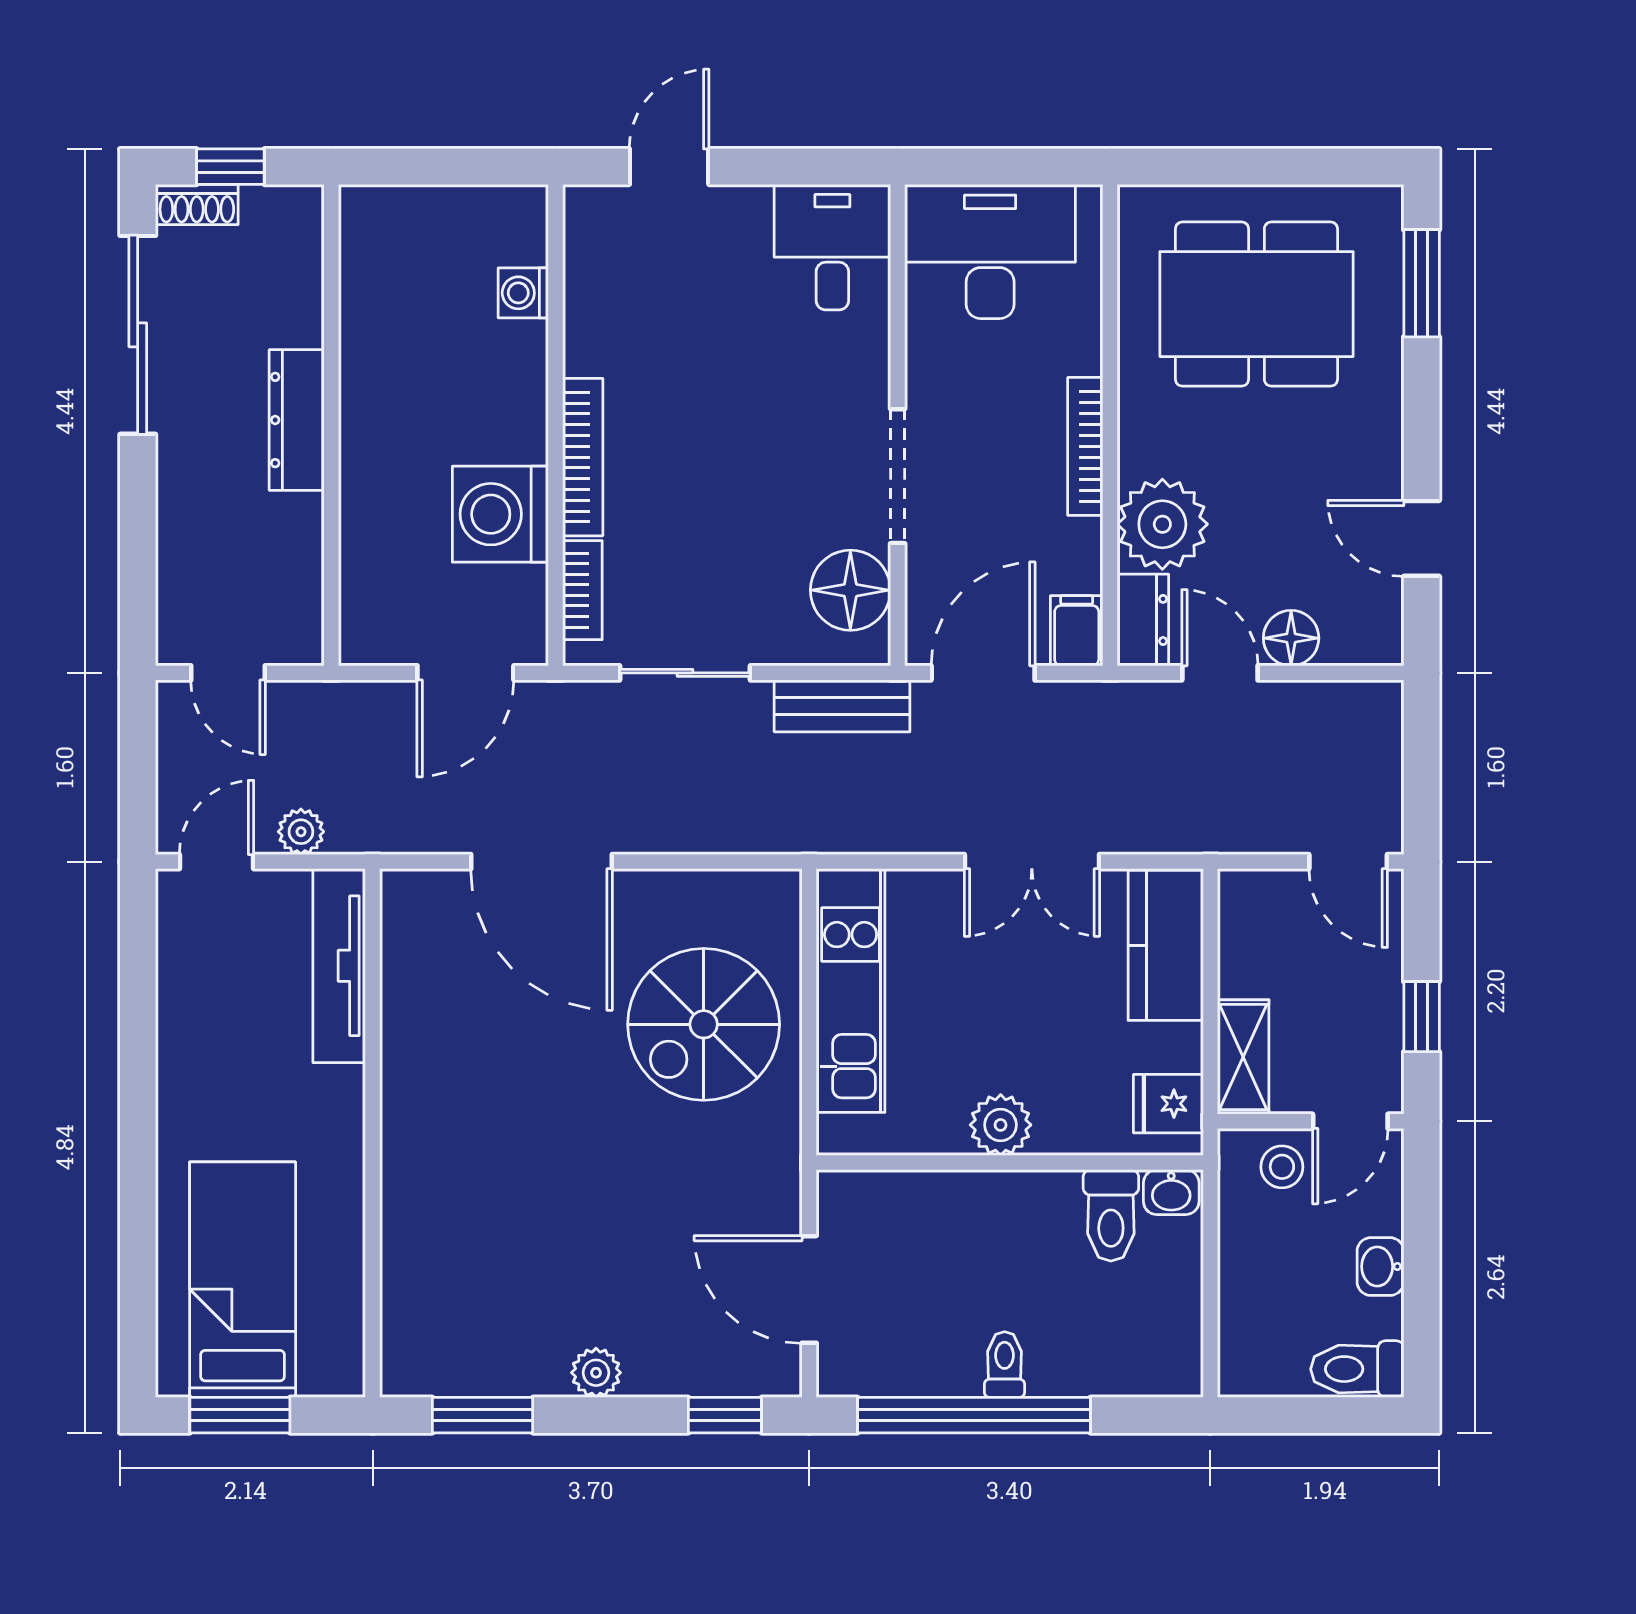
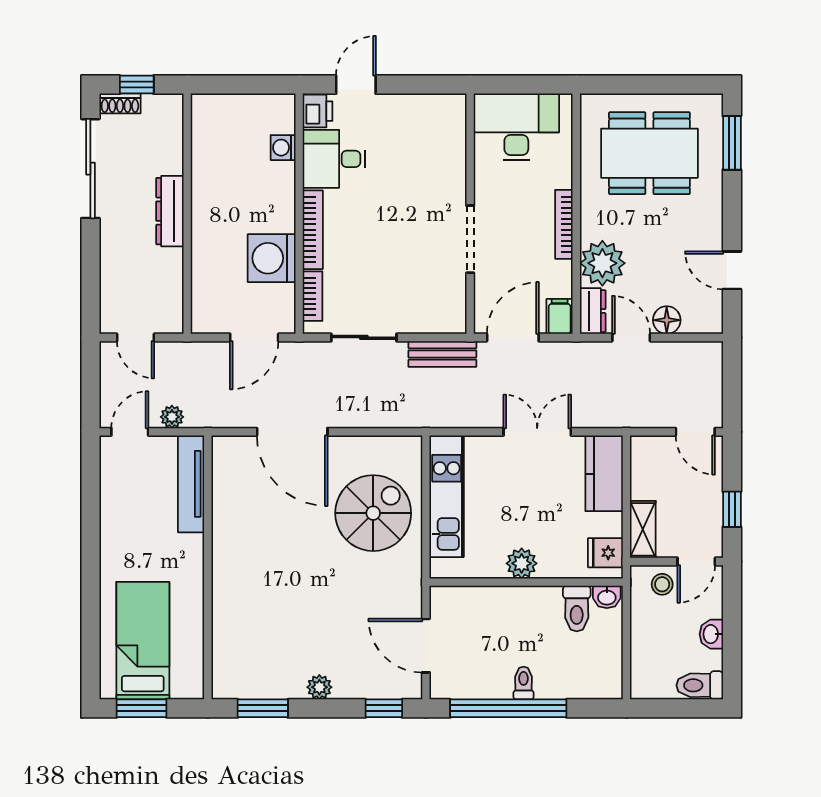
printer: (592, 220) -> (318, 111), added
desk: (832, 247) -> (334, 159), moved, turned -90
floor lamp: (850, 590) -> (447, 296), removed
double door: (1032, 862) -> (537, 432), swing flipped
spiral stairs: (704, 1024) -> (373, 513), turned 180

